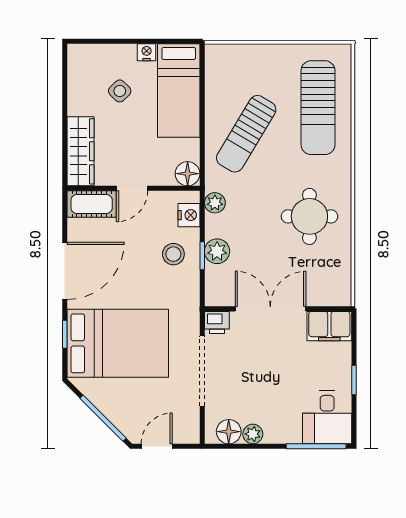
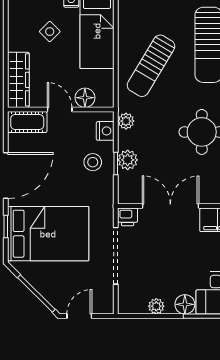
floor lamp: (188, 174) -> (85, 98), moved
door: (132, 188) -> (60, 109), swing flipped
floor lamp: (229, 432) -> (185, 304), moved

